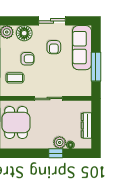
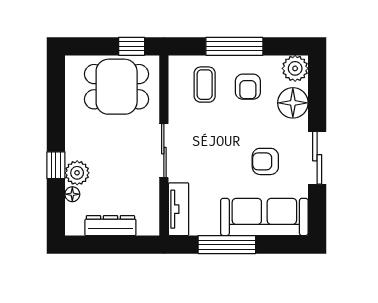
armchair: (27, 59) -> (248, 87), moved
tv unit: (78, 91) -> (179, 209), added

